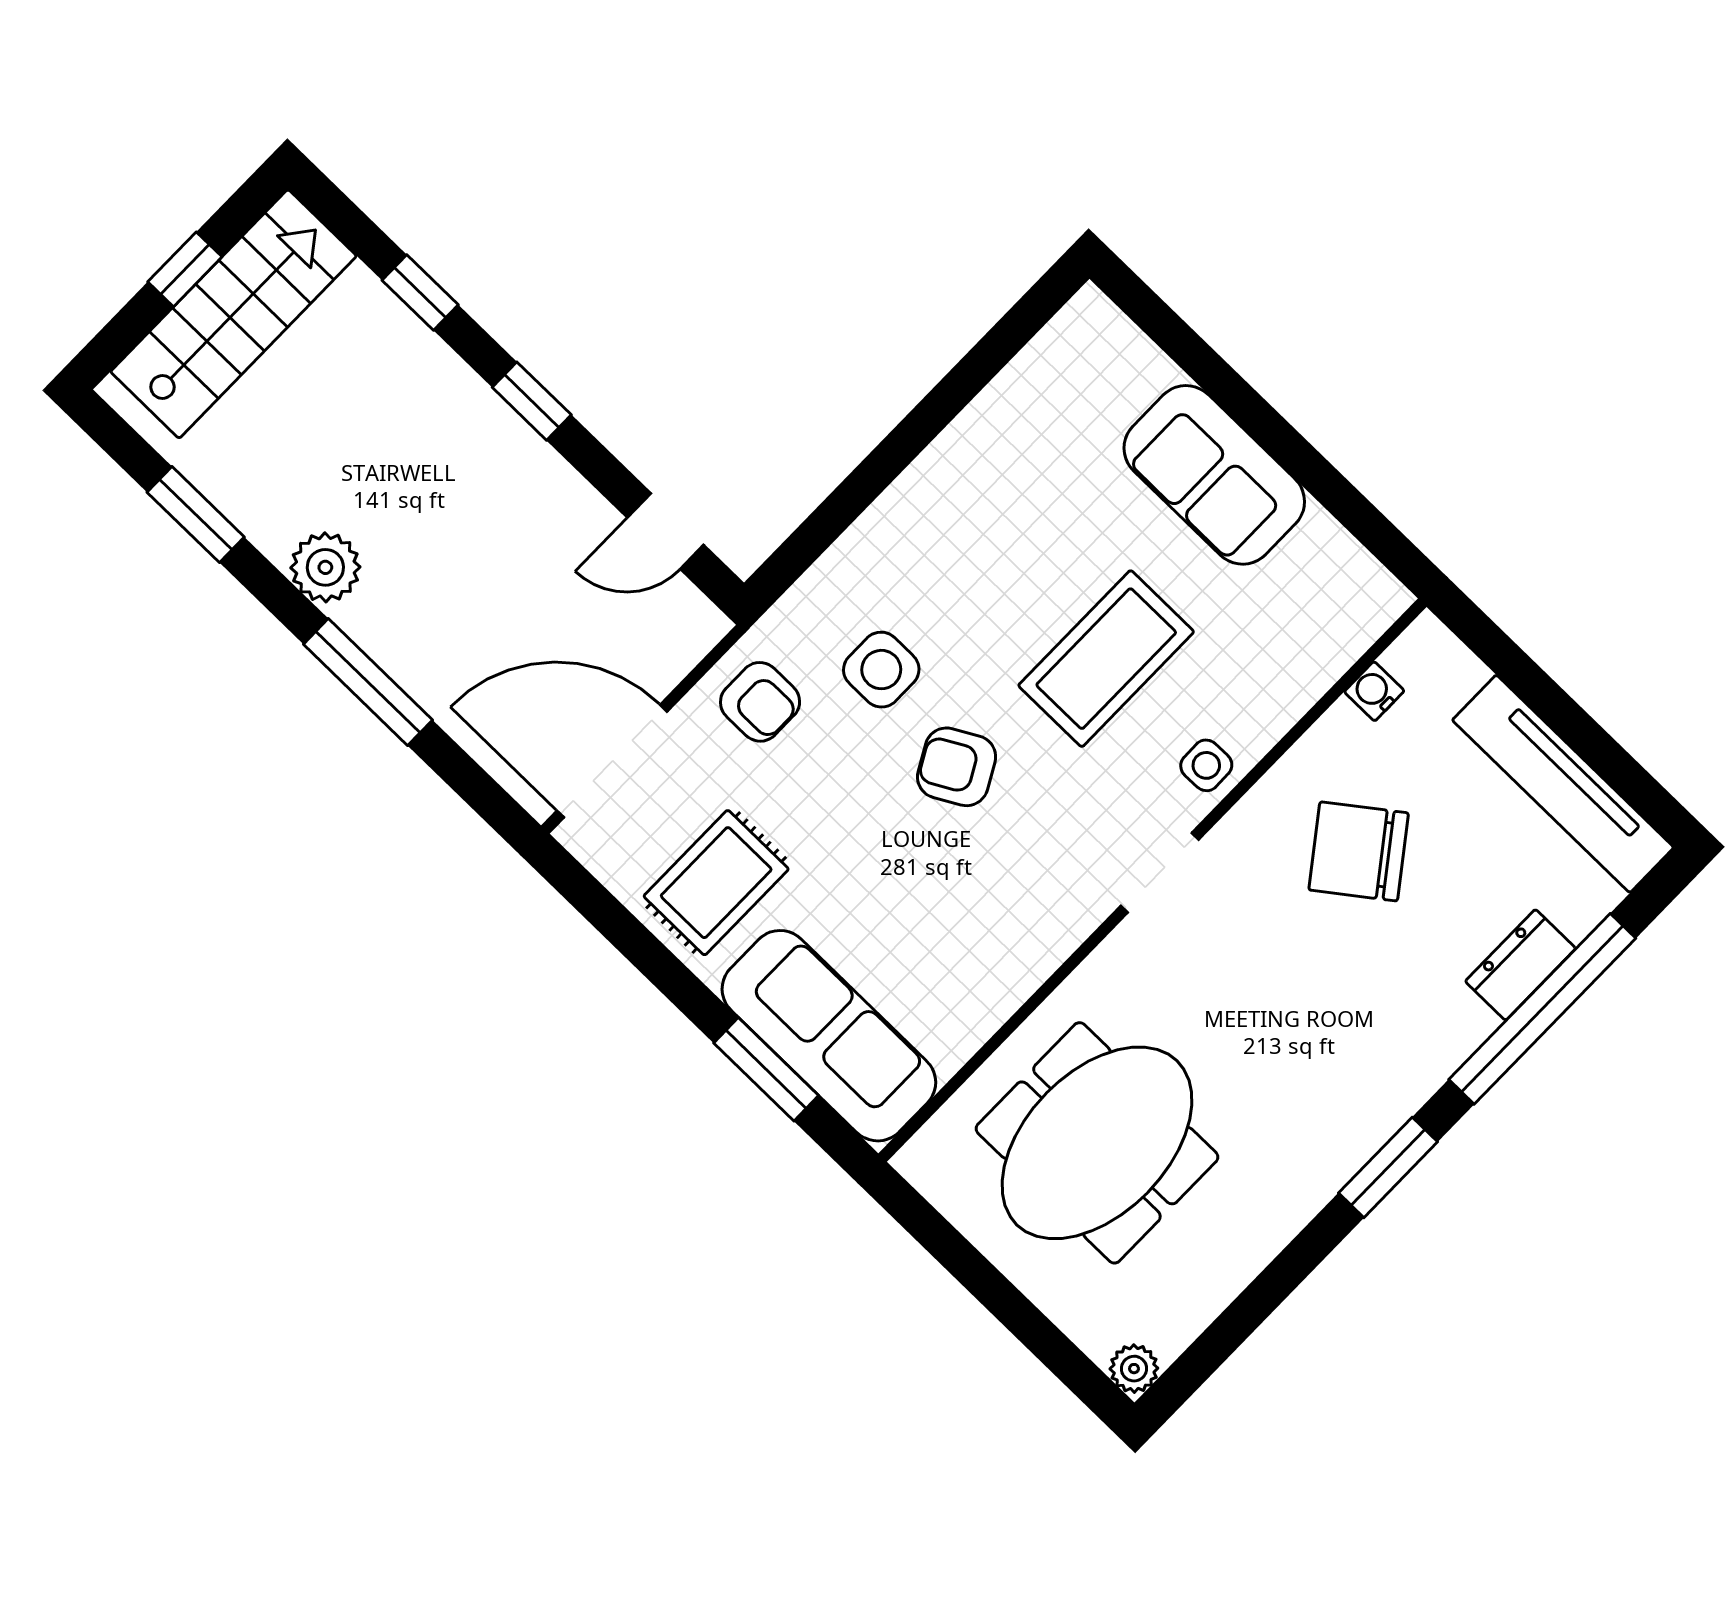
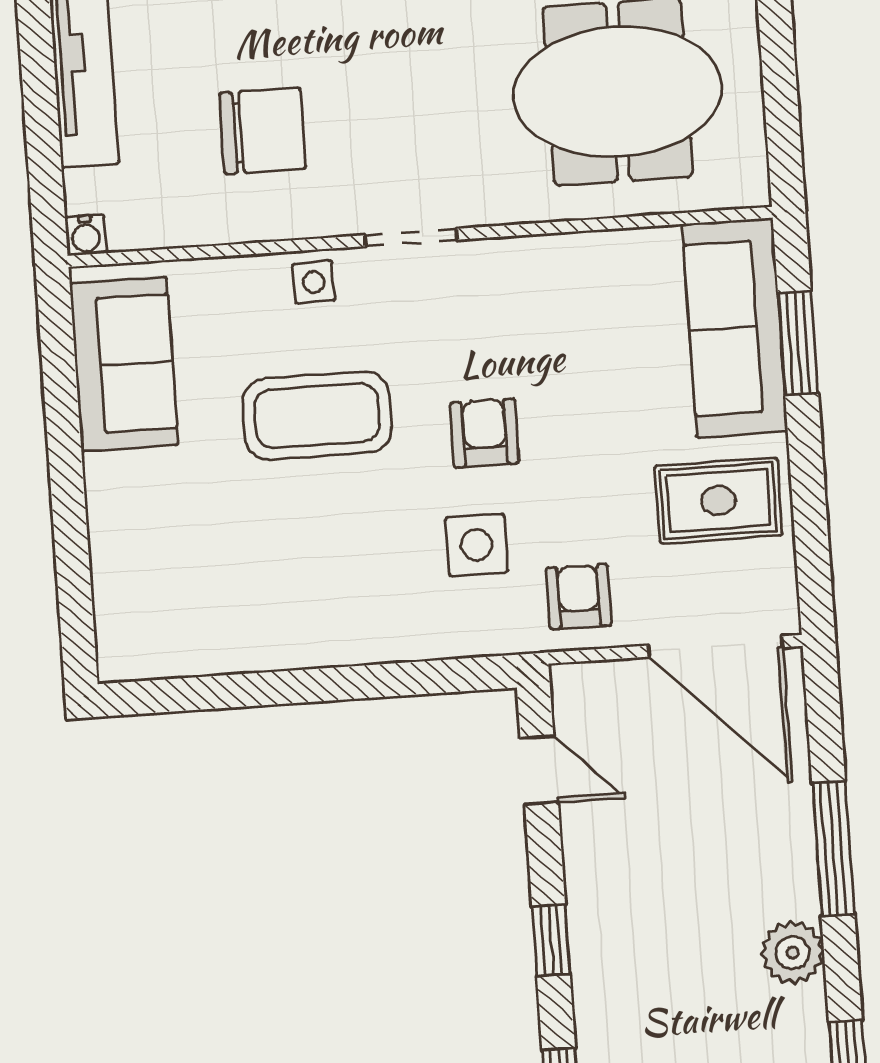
sofa: (1214, 475) -> (124, 364), moved
water cooler: (1374, 691) -> (86, 235), moved
armchair: (957, 767) -> (485, 433), turned -151
chair: (1359, 851) -> (263, 131), turned -53

